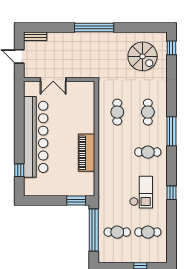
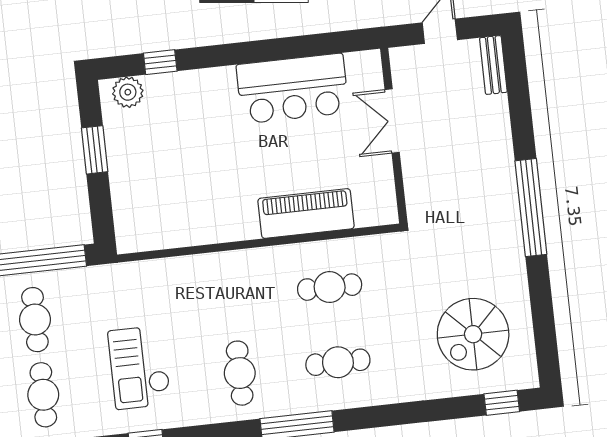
bar counter: (36, 137) -> (293, 89), width x0.54
piano: (87, 153) -> (306, 214), moved
plant: (30, 185) -> (128, 92), added
checkout: (141, 192) -> (139, 367), turned 90
window: (76, 201) -> (95, 150), moved

